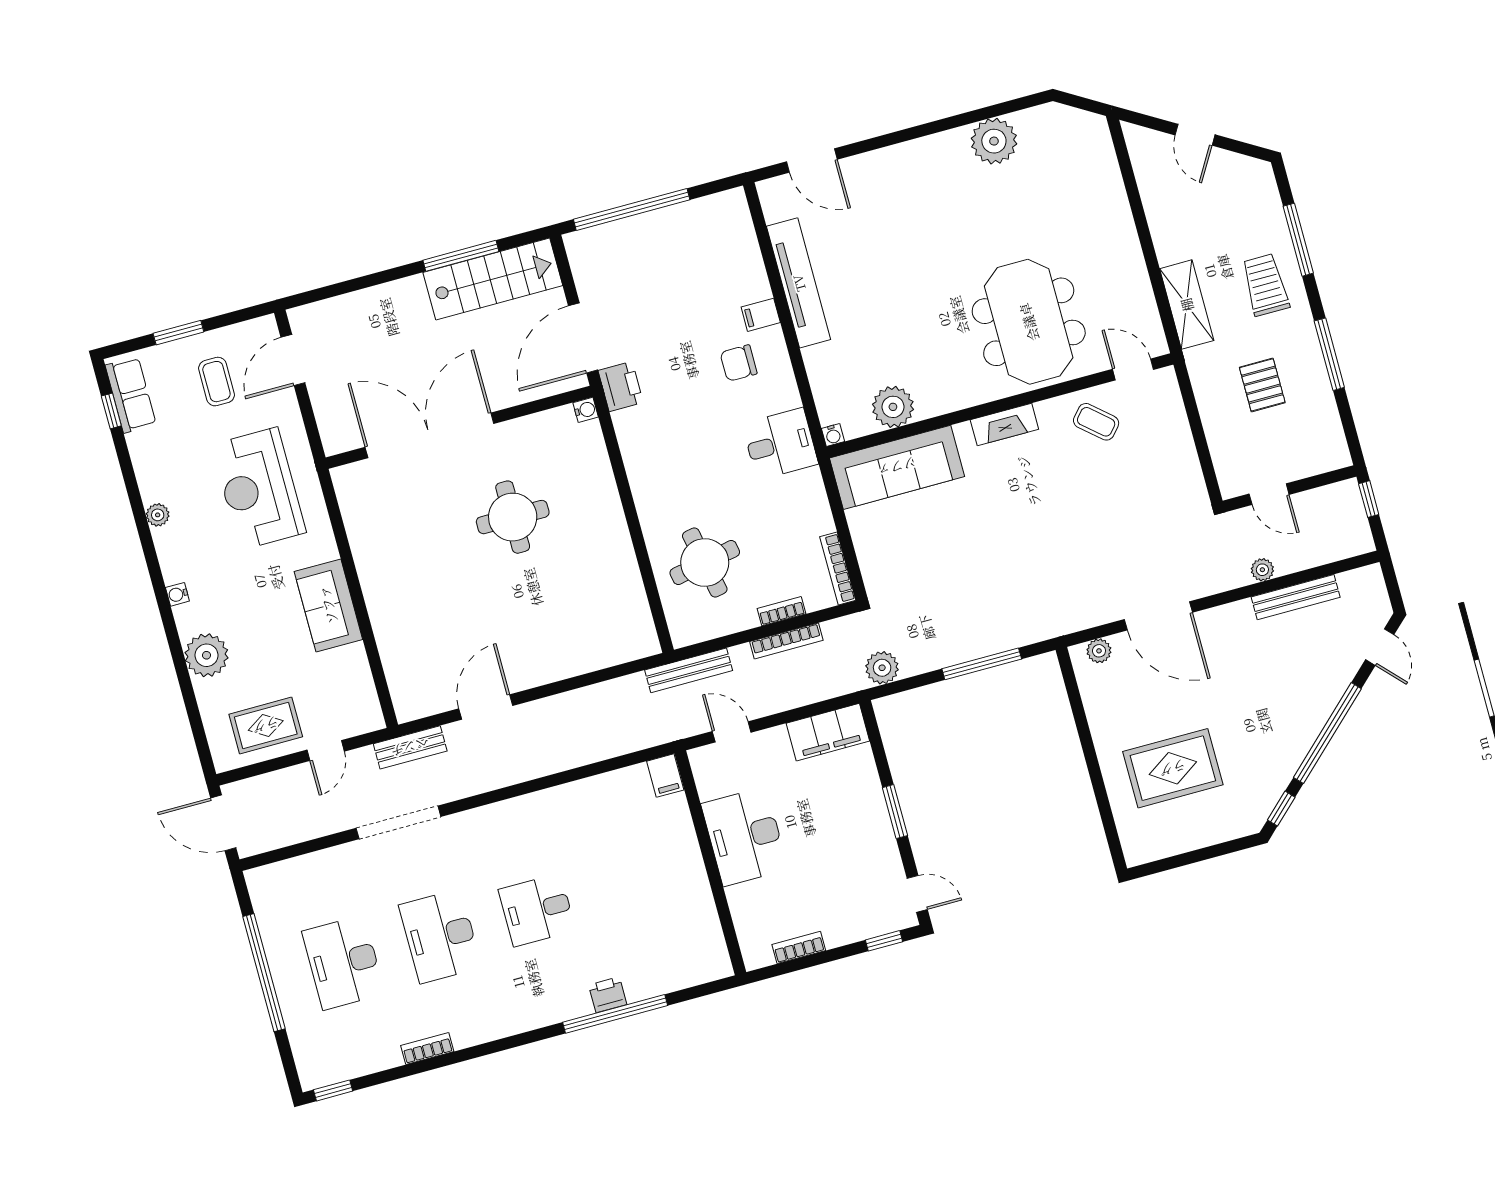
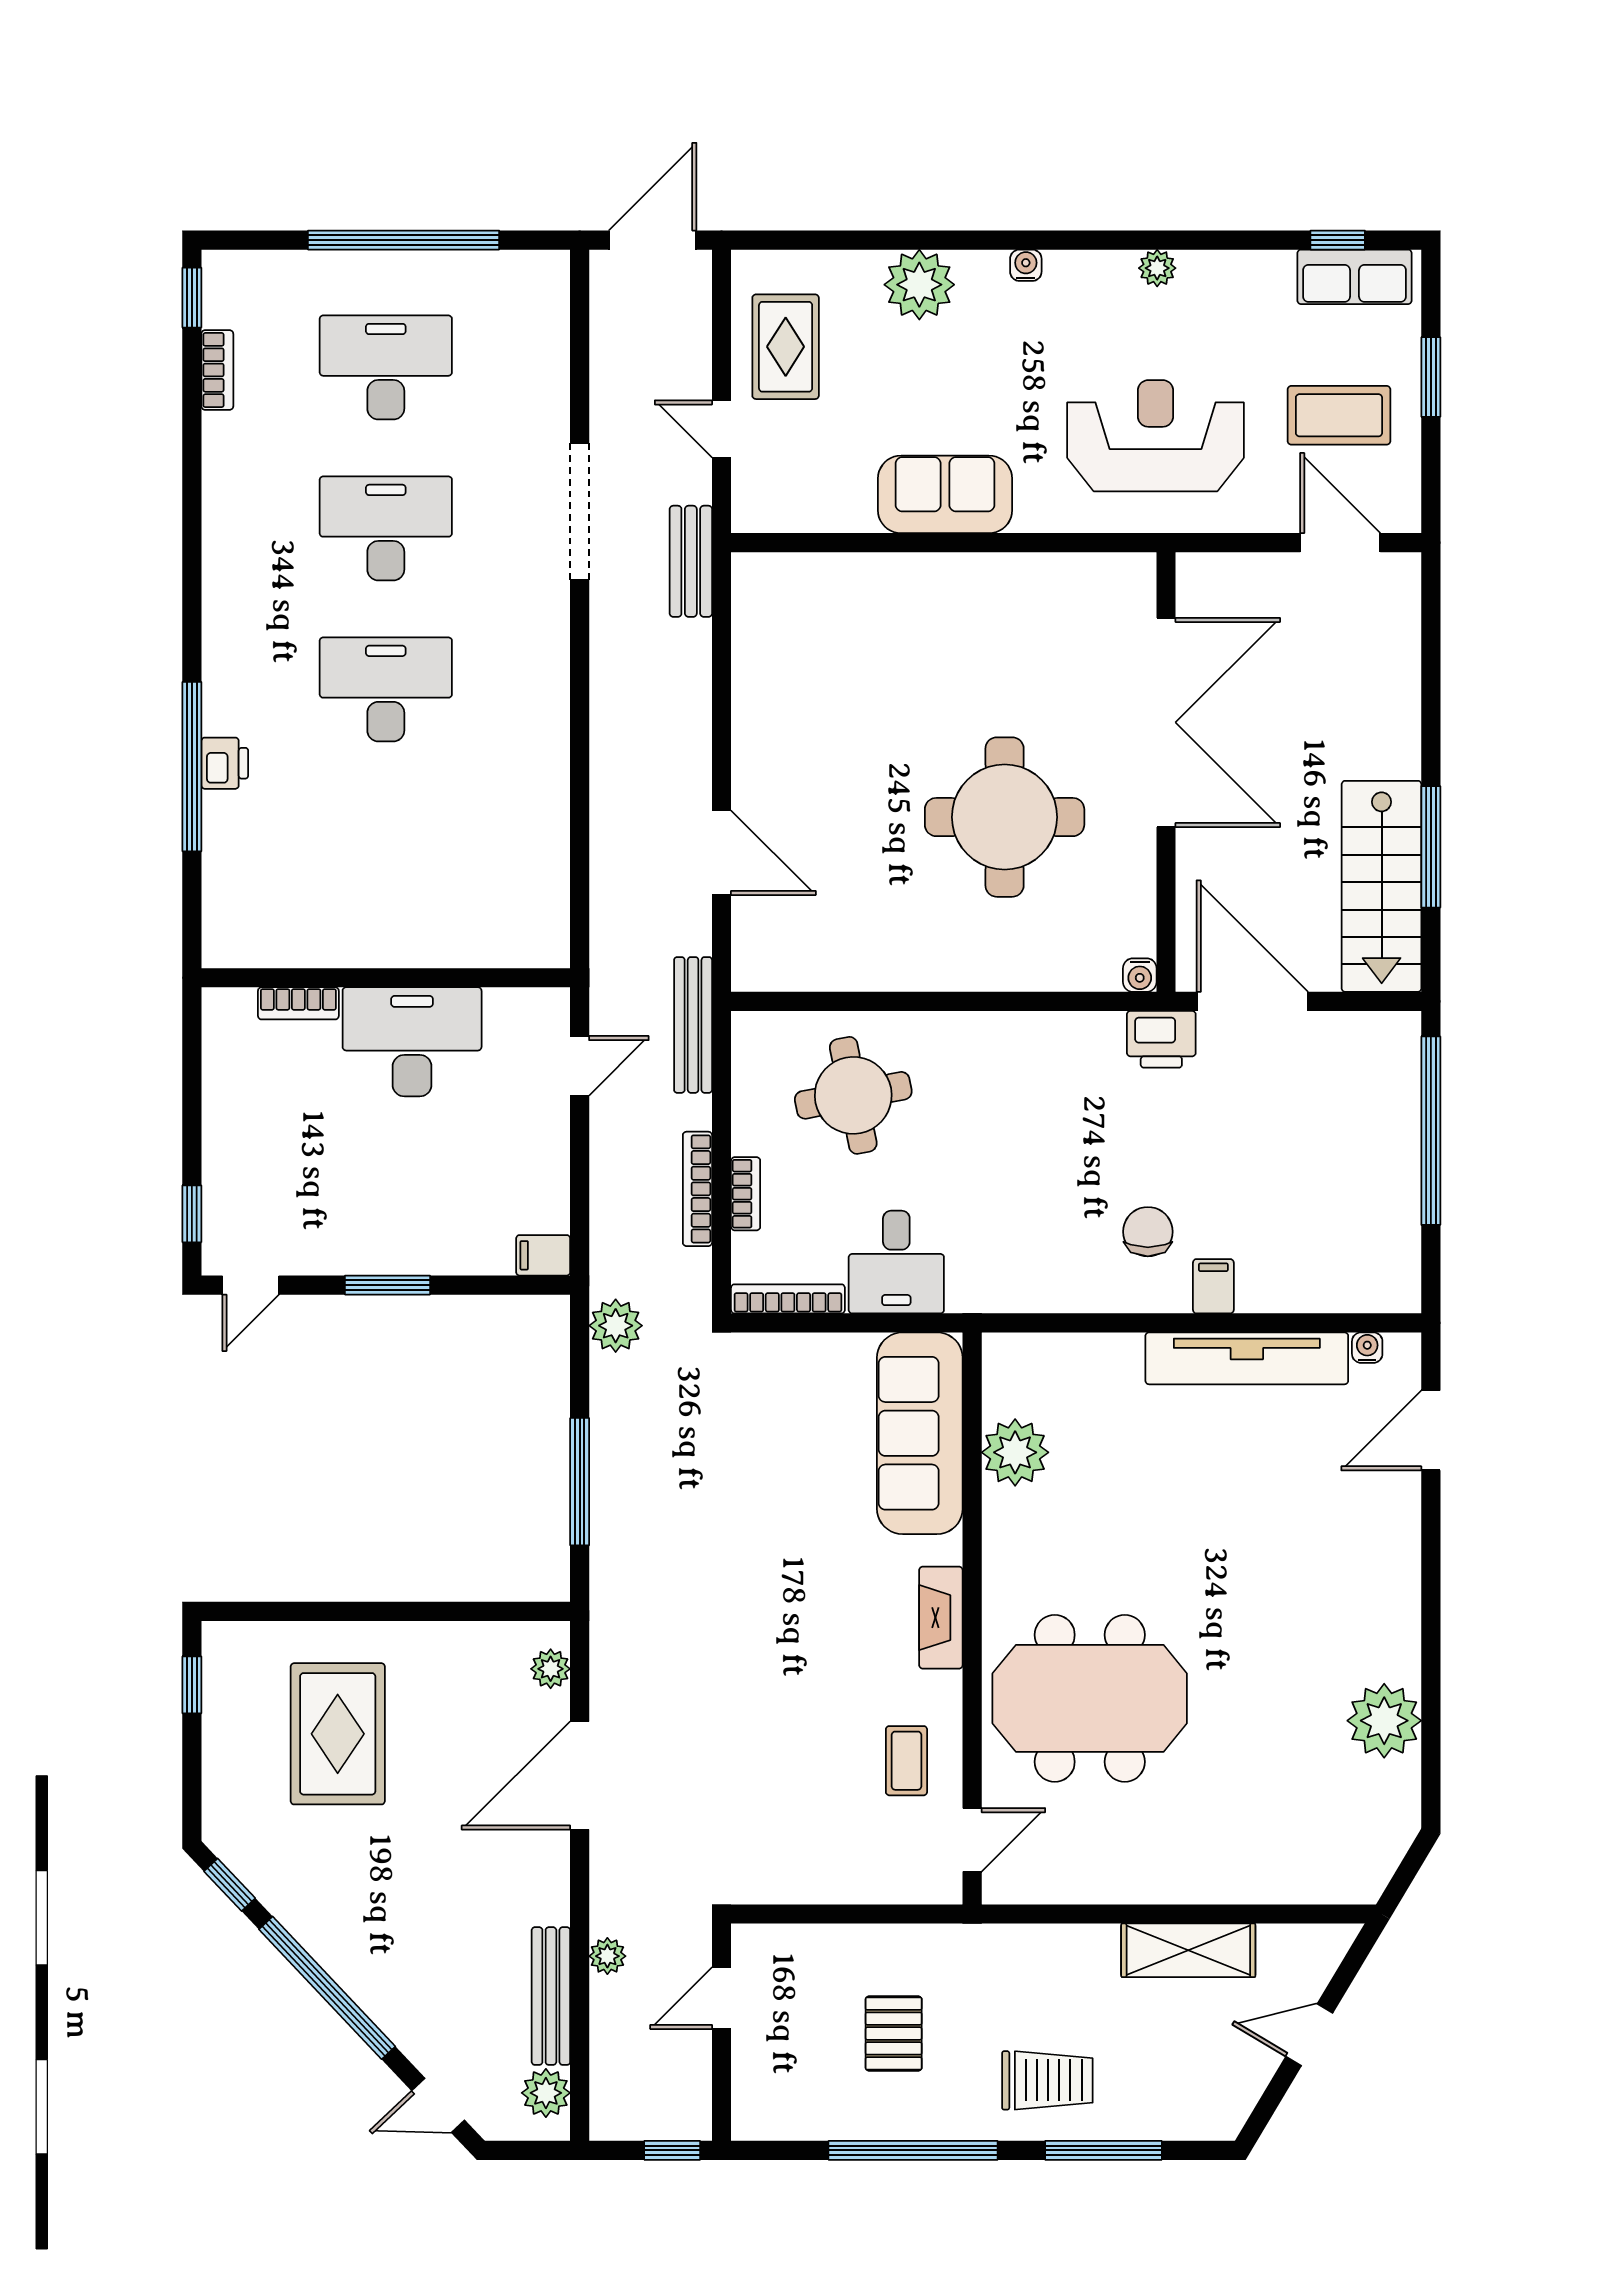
shelving: (1187, 305) -> (1188, 1950), moved
window: (1329, 354) -> (913, 2150), width x1.46
coffee table: (216, 382) -> (1339, 415), width x1.36, depth x1.30
pallet: (1262, 385) -> (894, 2034), turned 90
coffee table: (1096, 422) -> (906, 1761), turned -41
water cooler: (833, 435) -> (1367, 1348), moved, turned 90
desk: (780, 444) -> (896, 1262), moved
round table: (513, 517) -> (1005, 817), width x1.36, depth x1.36
plant: (1355, 584) -> (546, 2093), added
door: (486, 707) -> (722, 853), moved
filing cabinet: (828, 732) -> (543, 1255), width x0.33, depth x0.86
filing cabinet: (665, 776) -> (540, 944), removed
window: (1167, 864) -> (192, 1685), added
desk: (537, 910) -> (386, 689), width x1.37
bookcase: (799, 947) -> (298, 1003), moved, turned 90
bookcase: (427, 1048) -> (217, 370), moved

